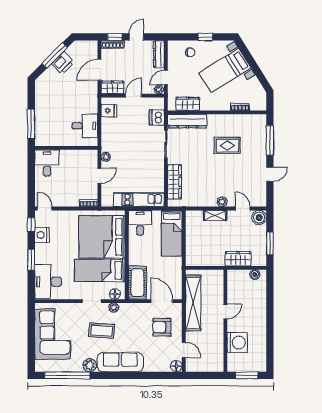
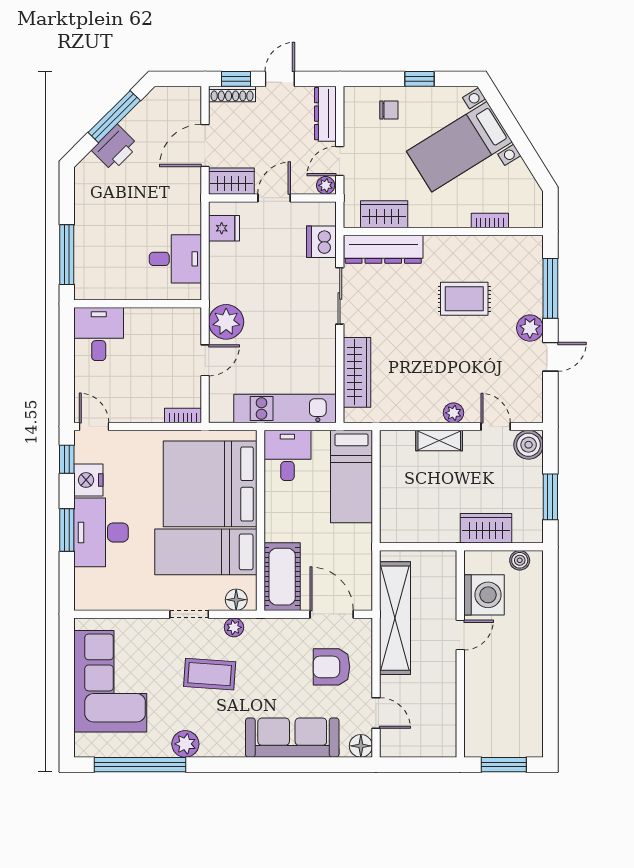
printer: (63, 63) -> (115, 148), moved
plant: (106, 157) -> (226, 322), width x1.88, depth x1.88
plant: (260, 160) -> (530, 328), added
desk: (48, 282) -> (101, 532), moved
washing machine: (237, 343) -> (484, 595), moved
sofa: (120, 362) -> (292, 738), moved

